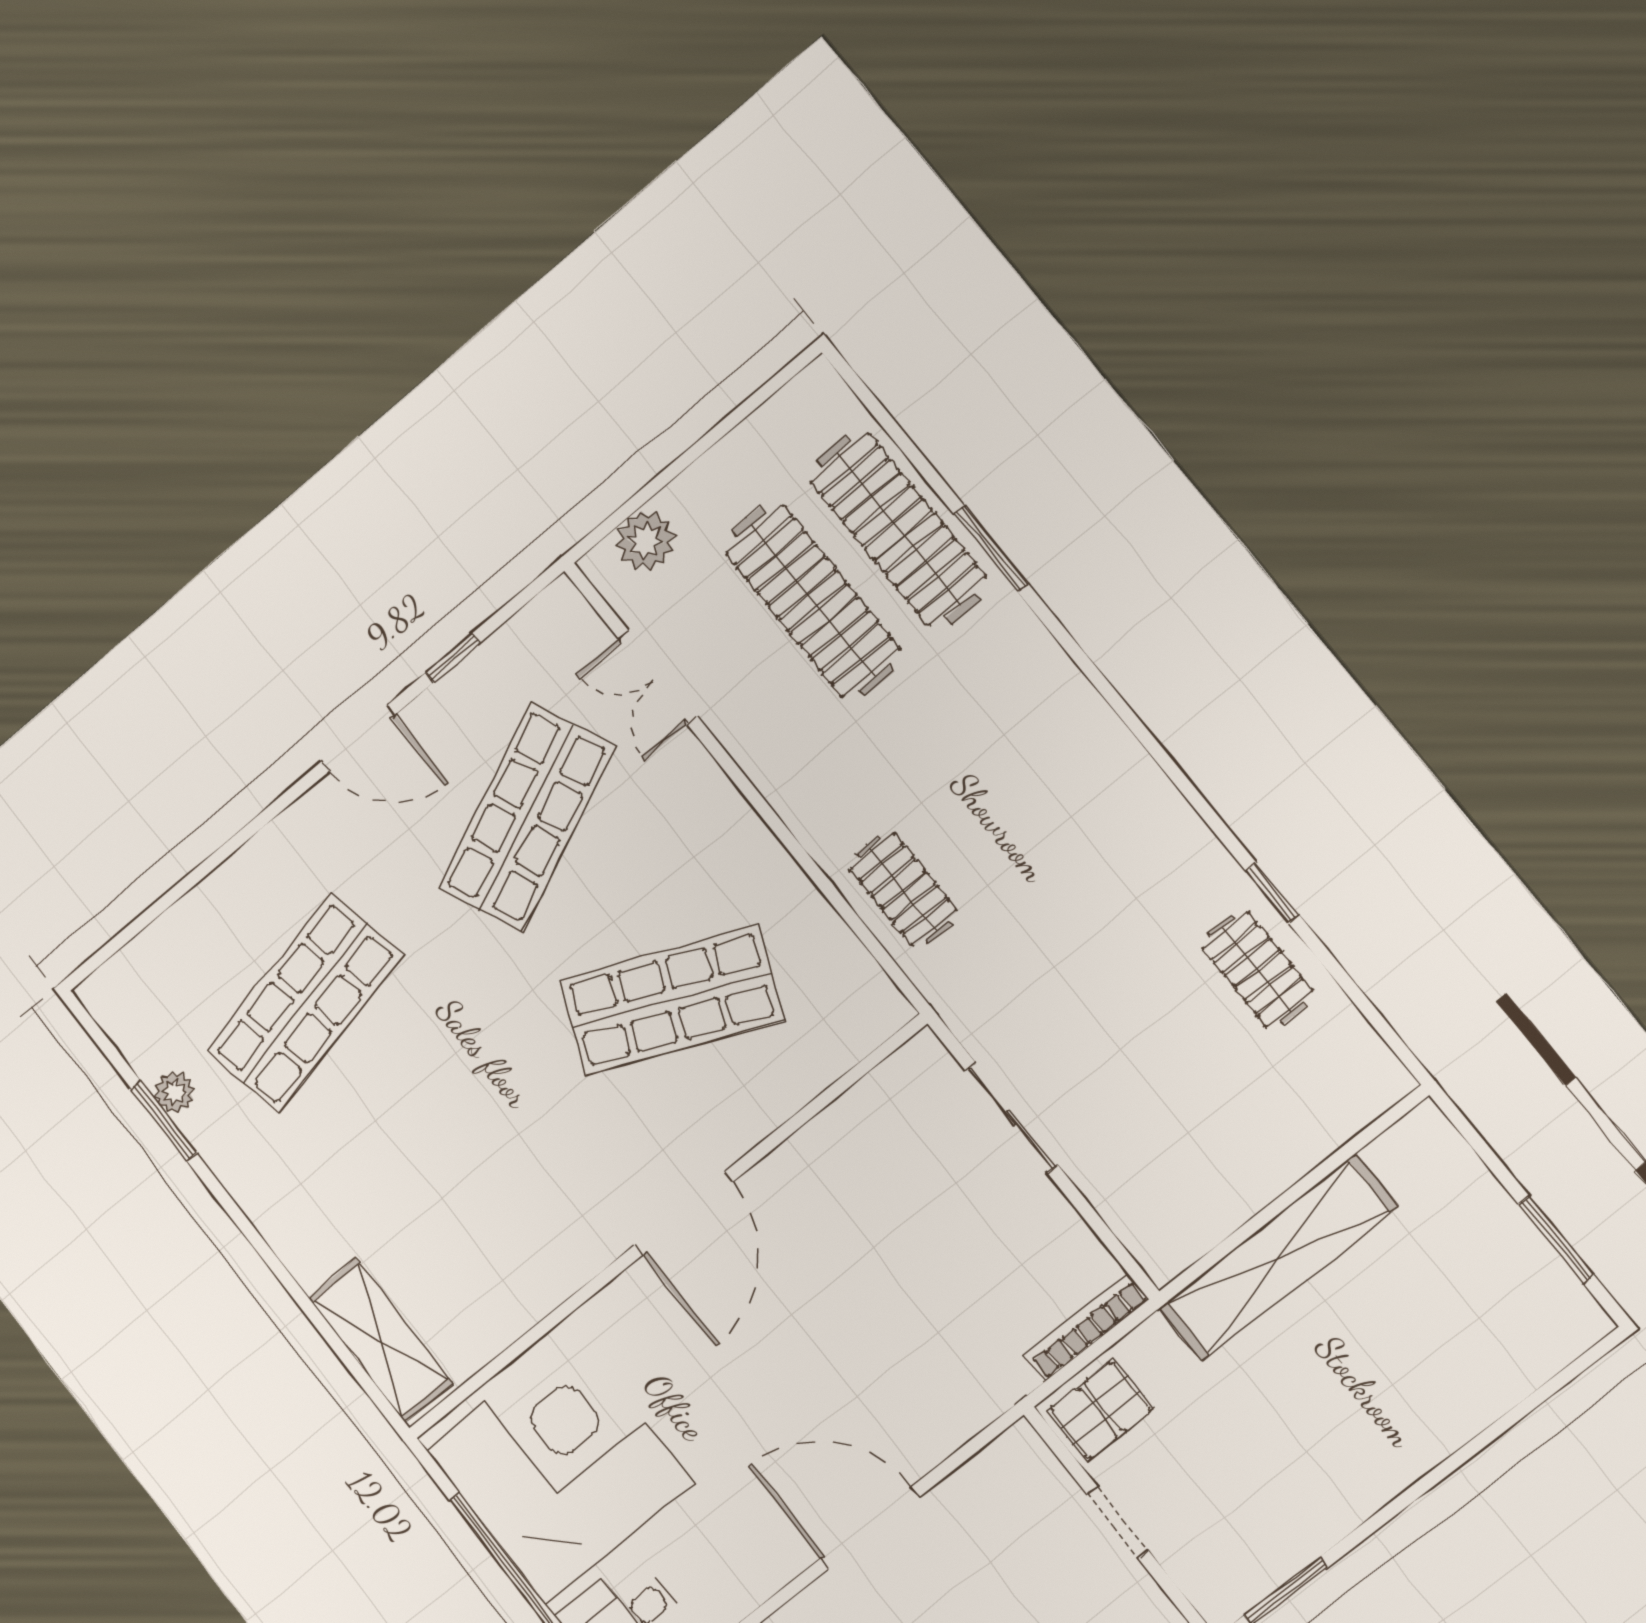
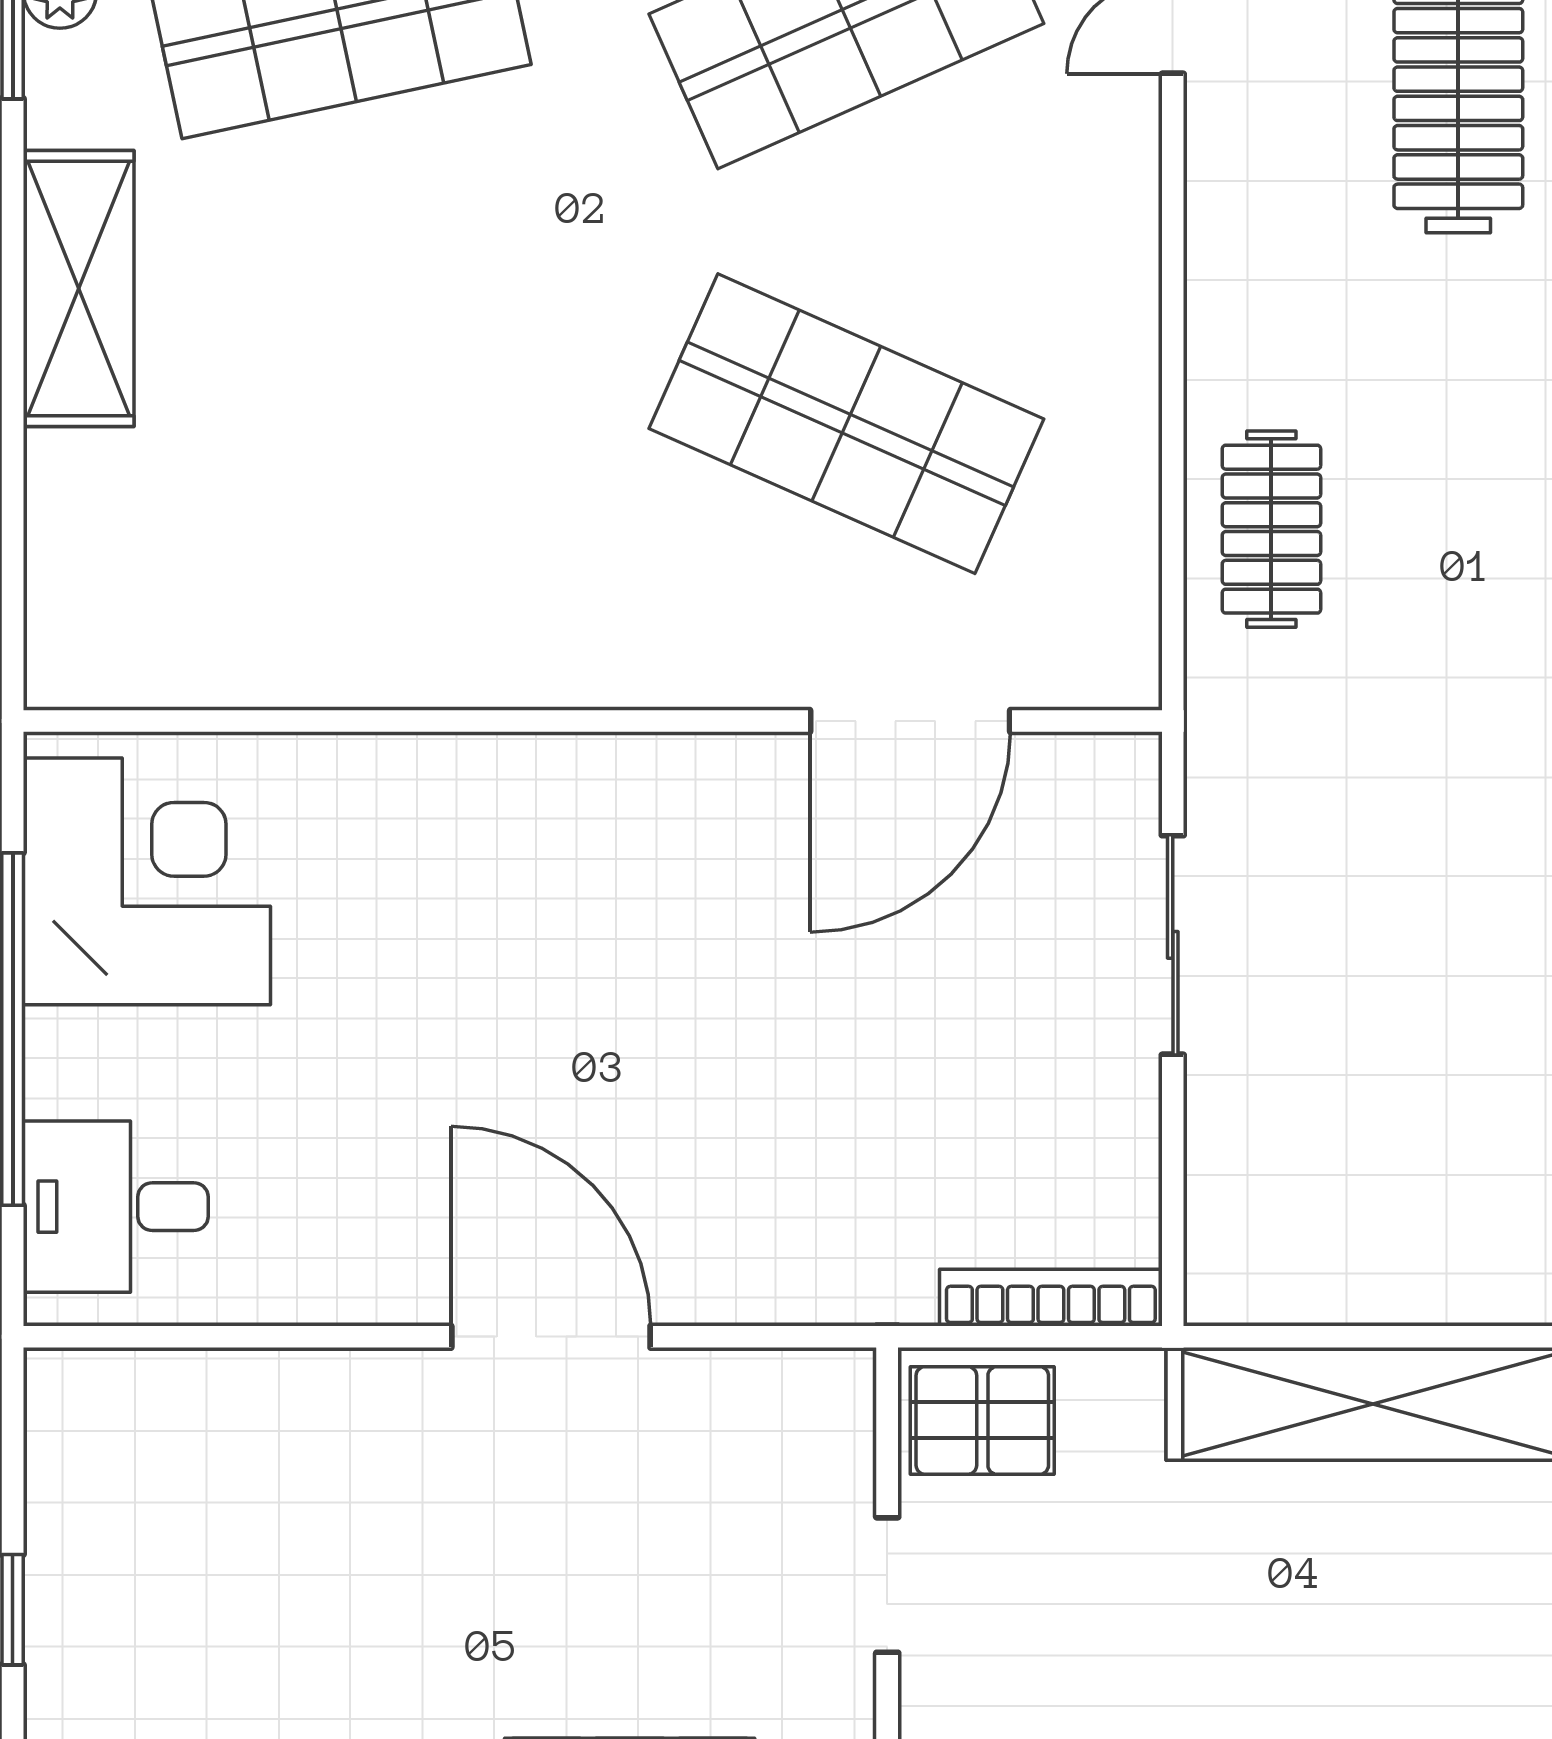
door: (684, 1213) -> (910, 721), moved
shelving: (380, 1340) -> (79, 289), moved
corner desk: (560, 1467) -> (147, 881), width x0.74, depth x0.74

